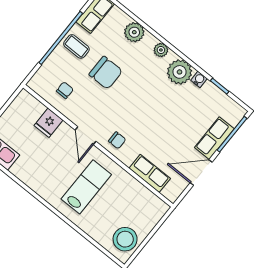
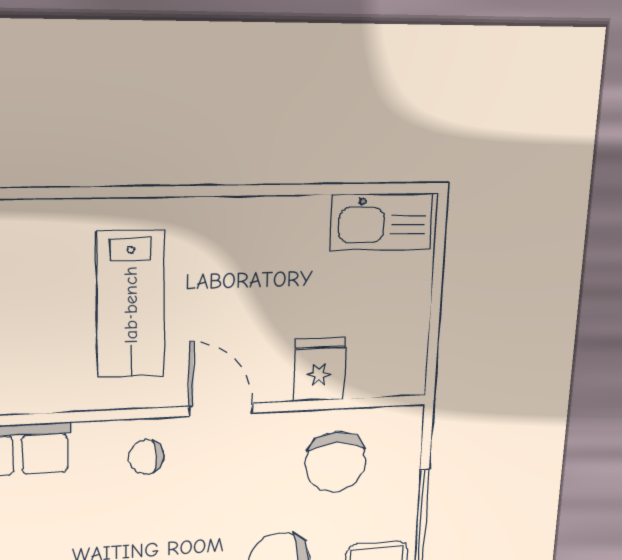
chair: (65, 90) -> (335, 462), width x1.87, depth x1.87

